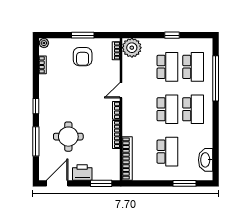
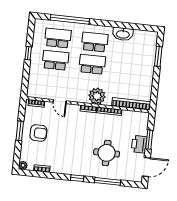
plant: (132, 48) -> (97, 96), moved
door: (121, 90) -> (60, 102), moved
school desk: (167, 152) -> (129, 68), removed
washbasin: (206, 160) -> (123, 34), moved
door: (57, 183) -> (146, 167), swing flipped
window: (101, 183) -> (149, 140), moved

